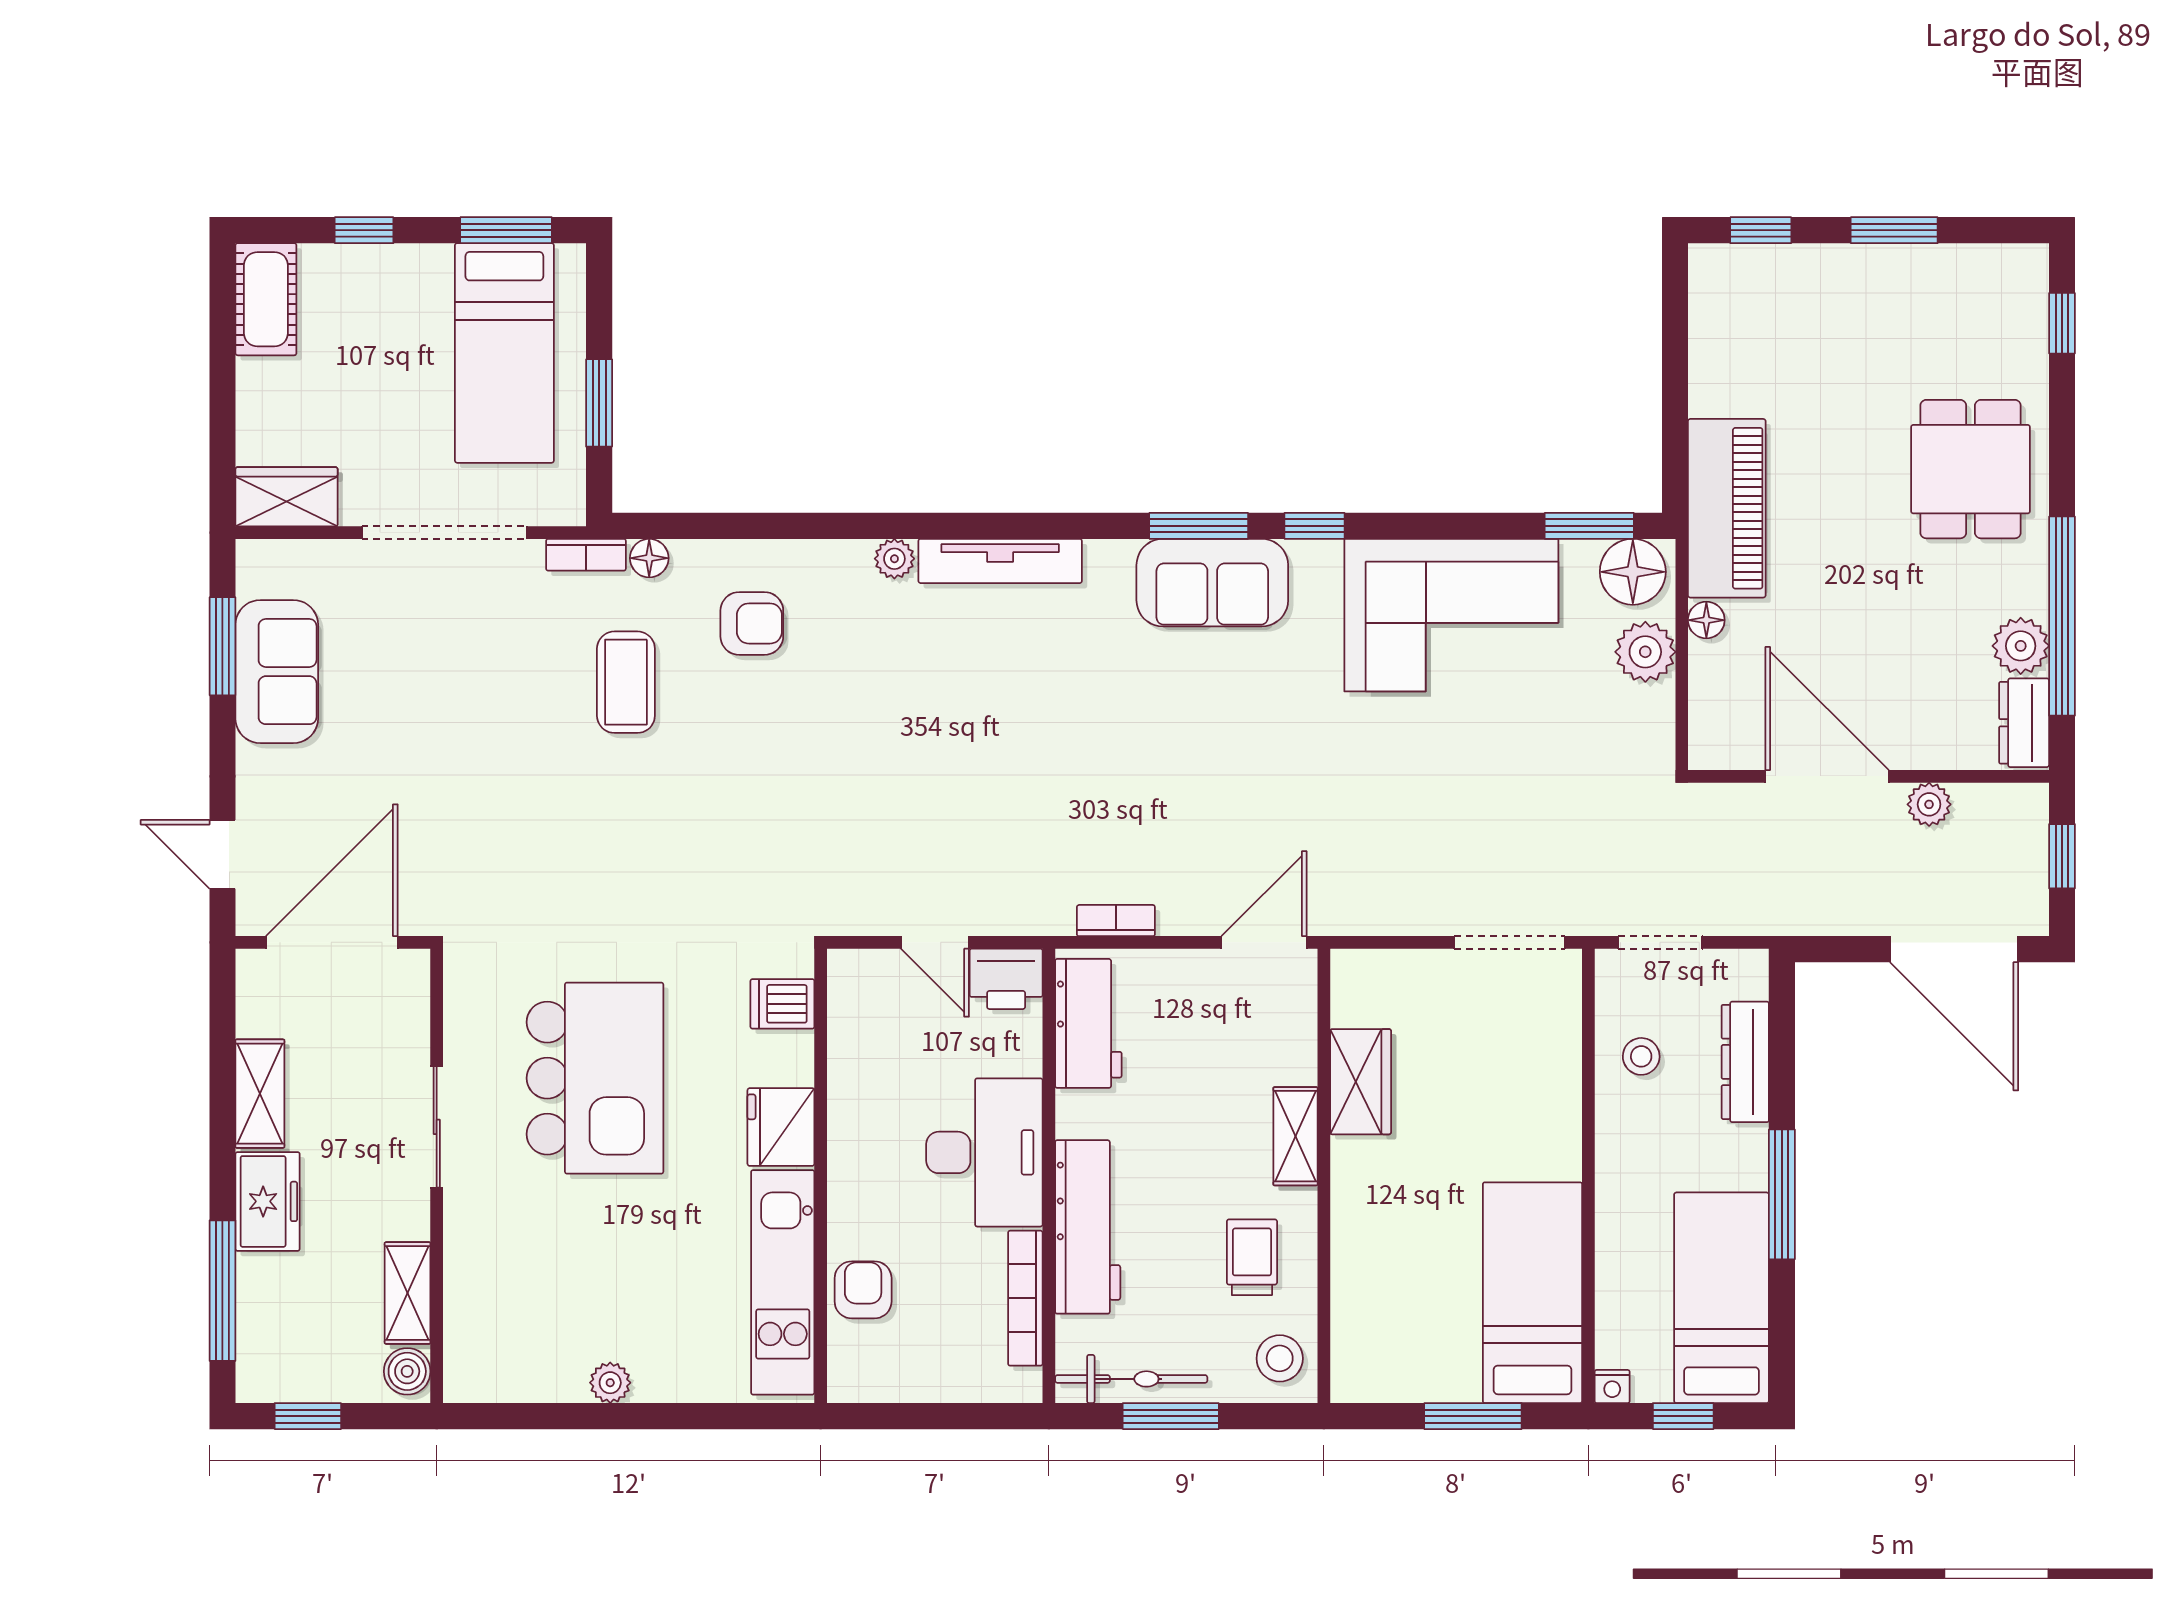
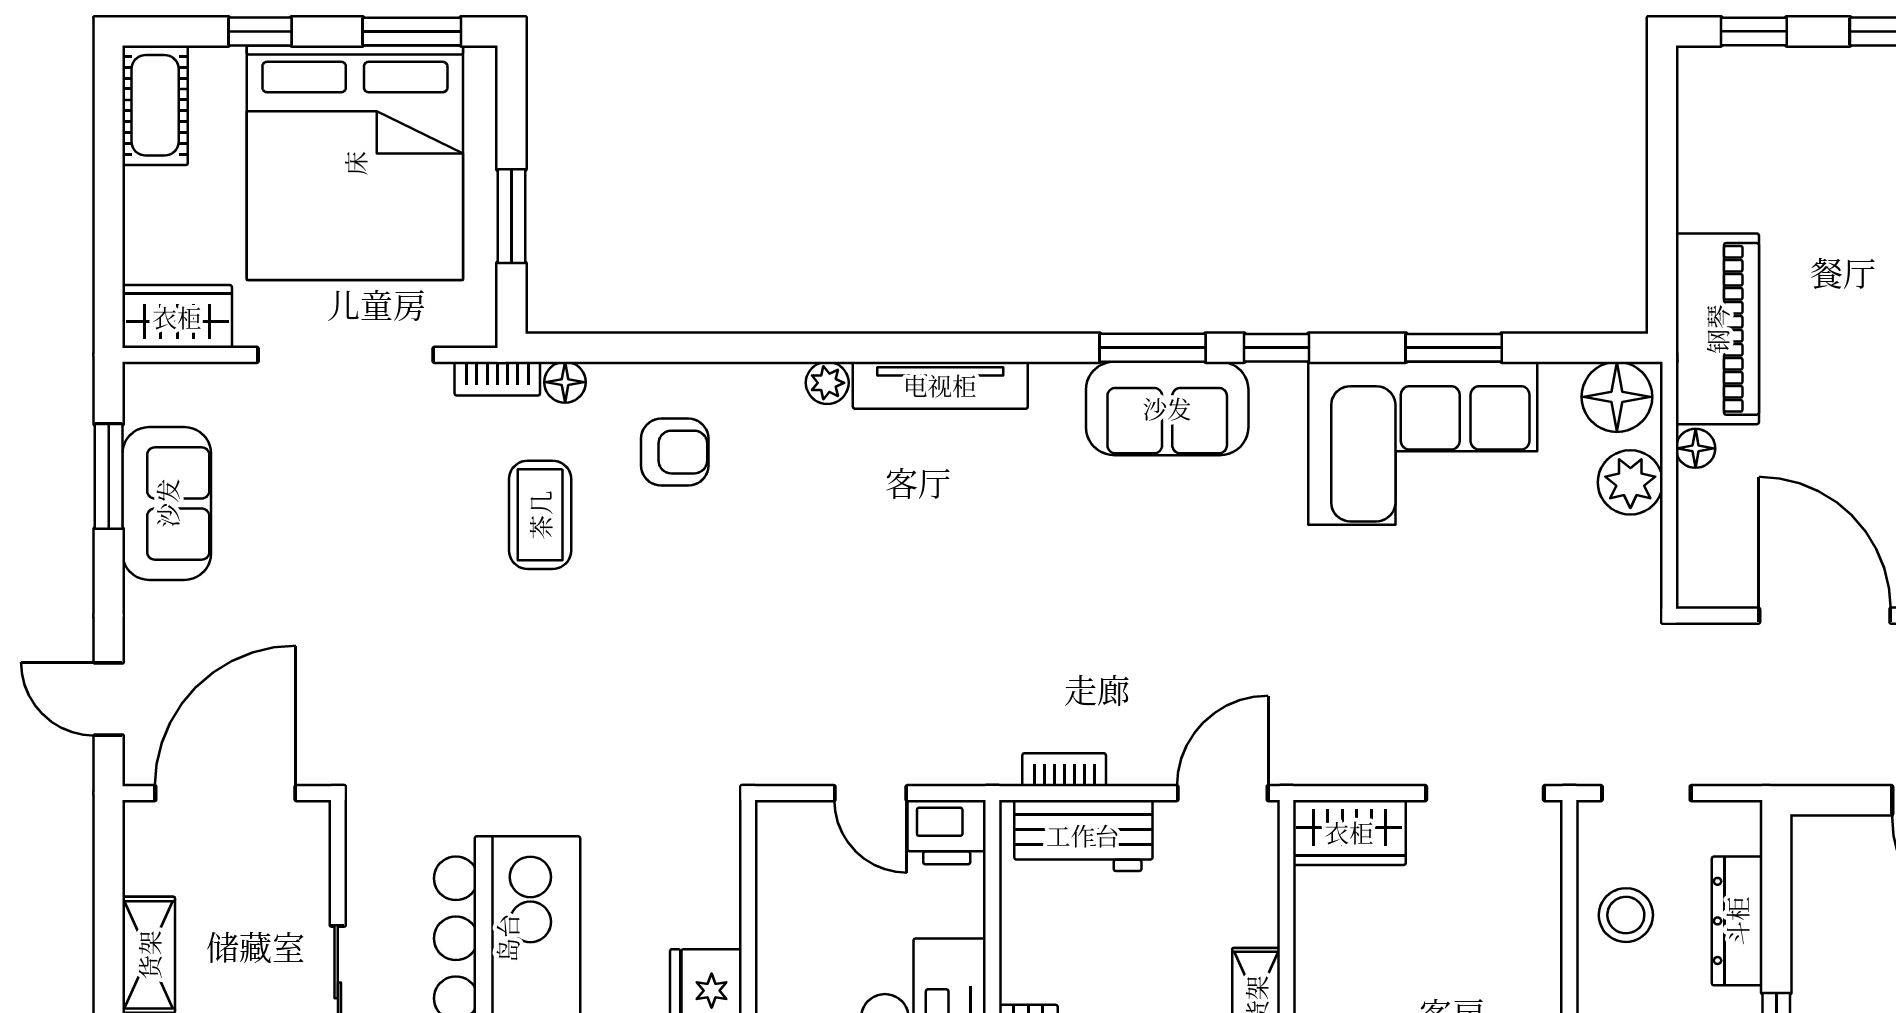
bed: (504, 353) -> (355, 163), width x2.04
window: (1589, 526) -> (1454, 348), moved
dishwasher: (782, 1004) -> (707, 859), removed
workbench: (1088, 1023) -> (1083, 835), moved, turned 90
stool: (1641, 1056) -> (1626, 915), width x1.37, depth x1.37
wardrobe: (1361, 1082) -> (1349, 832), moved, turned 90

